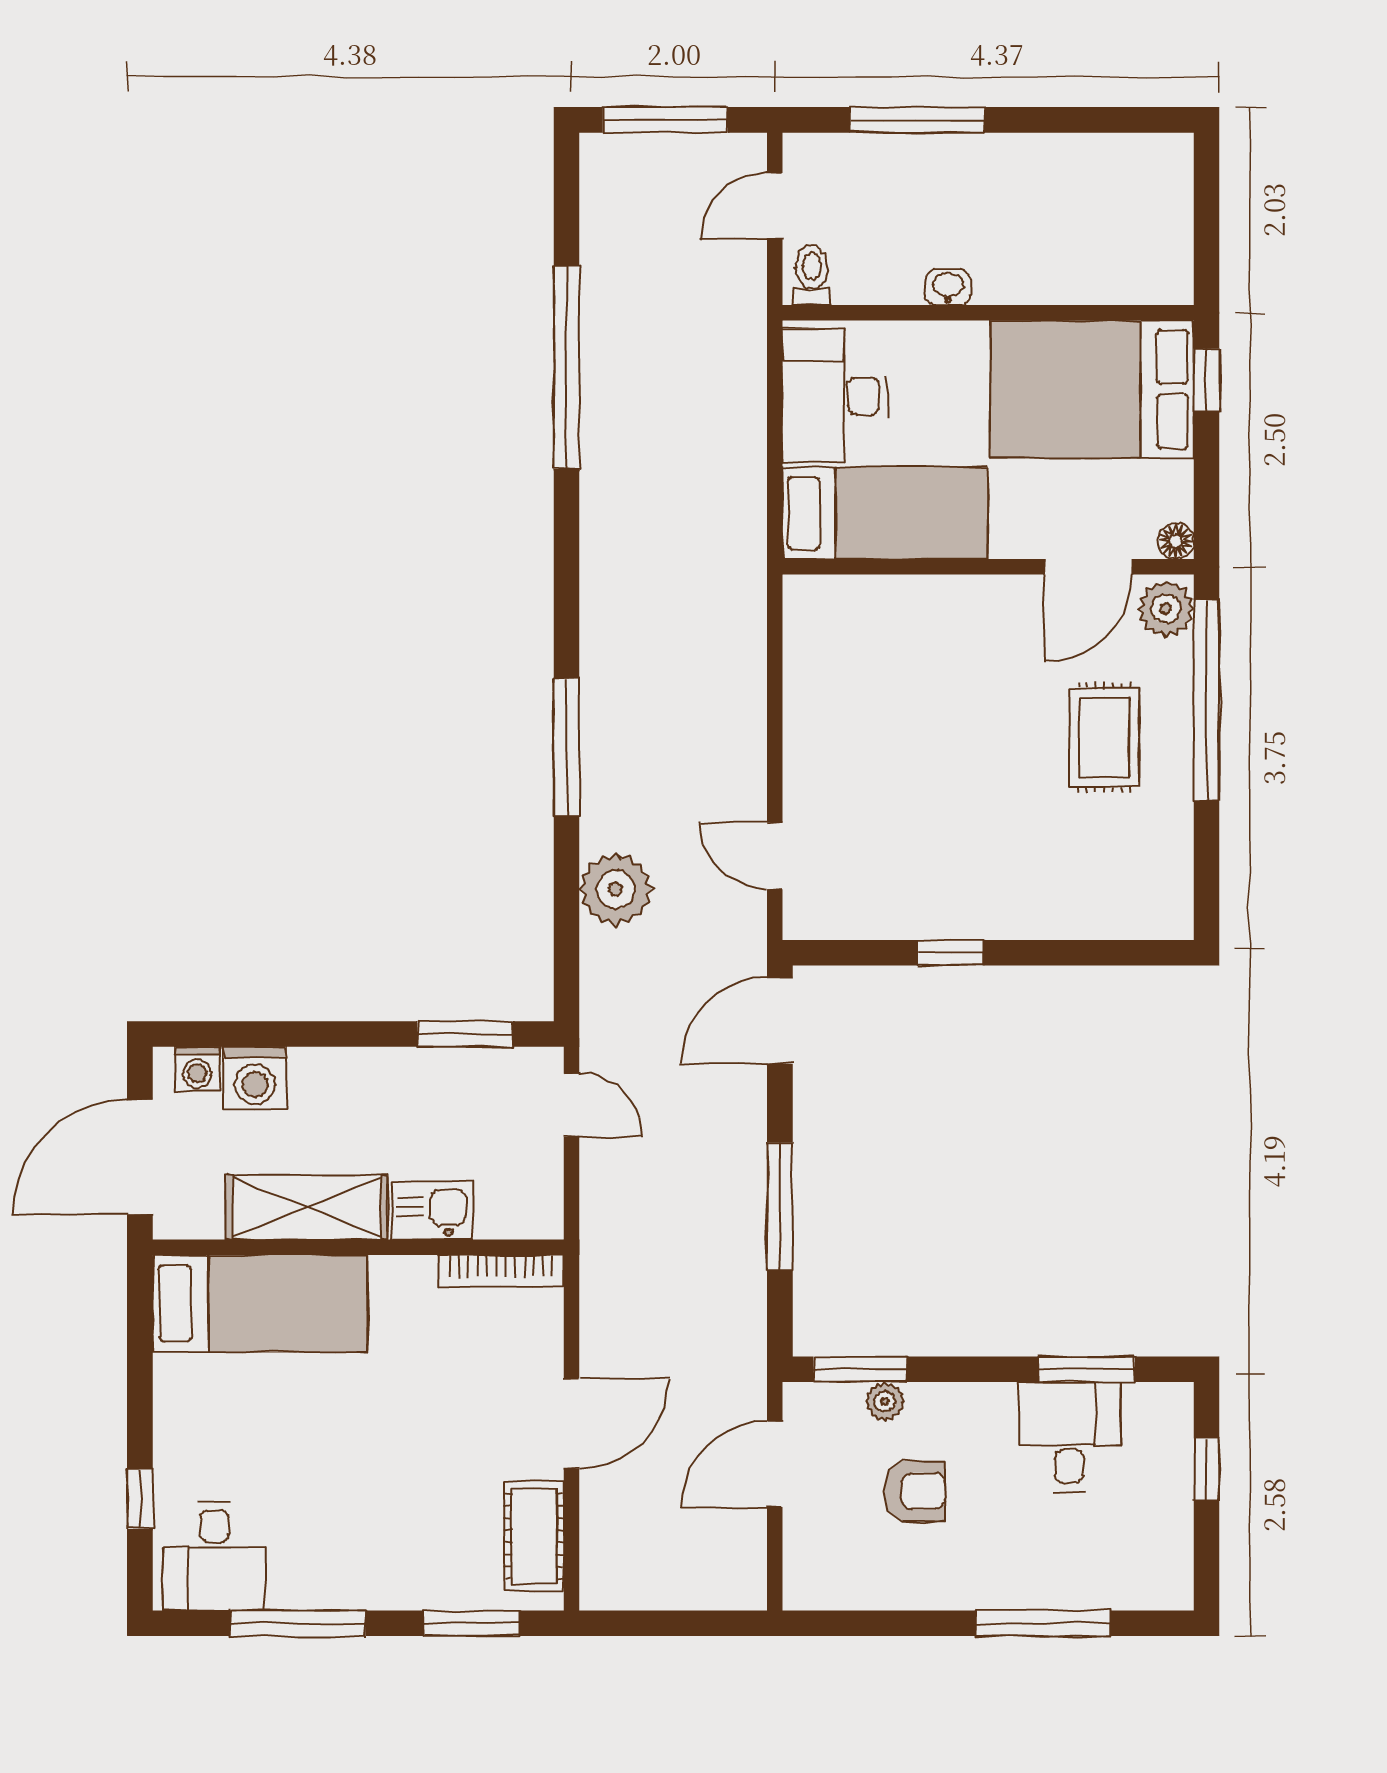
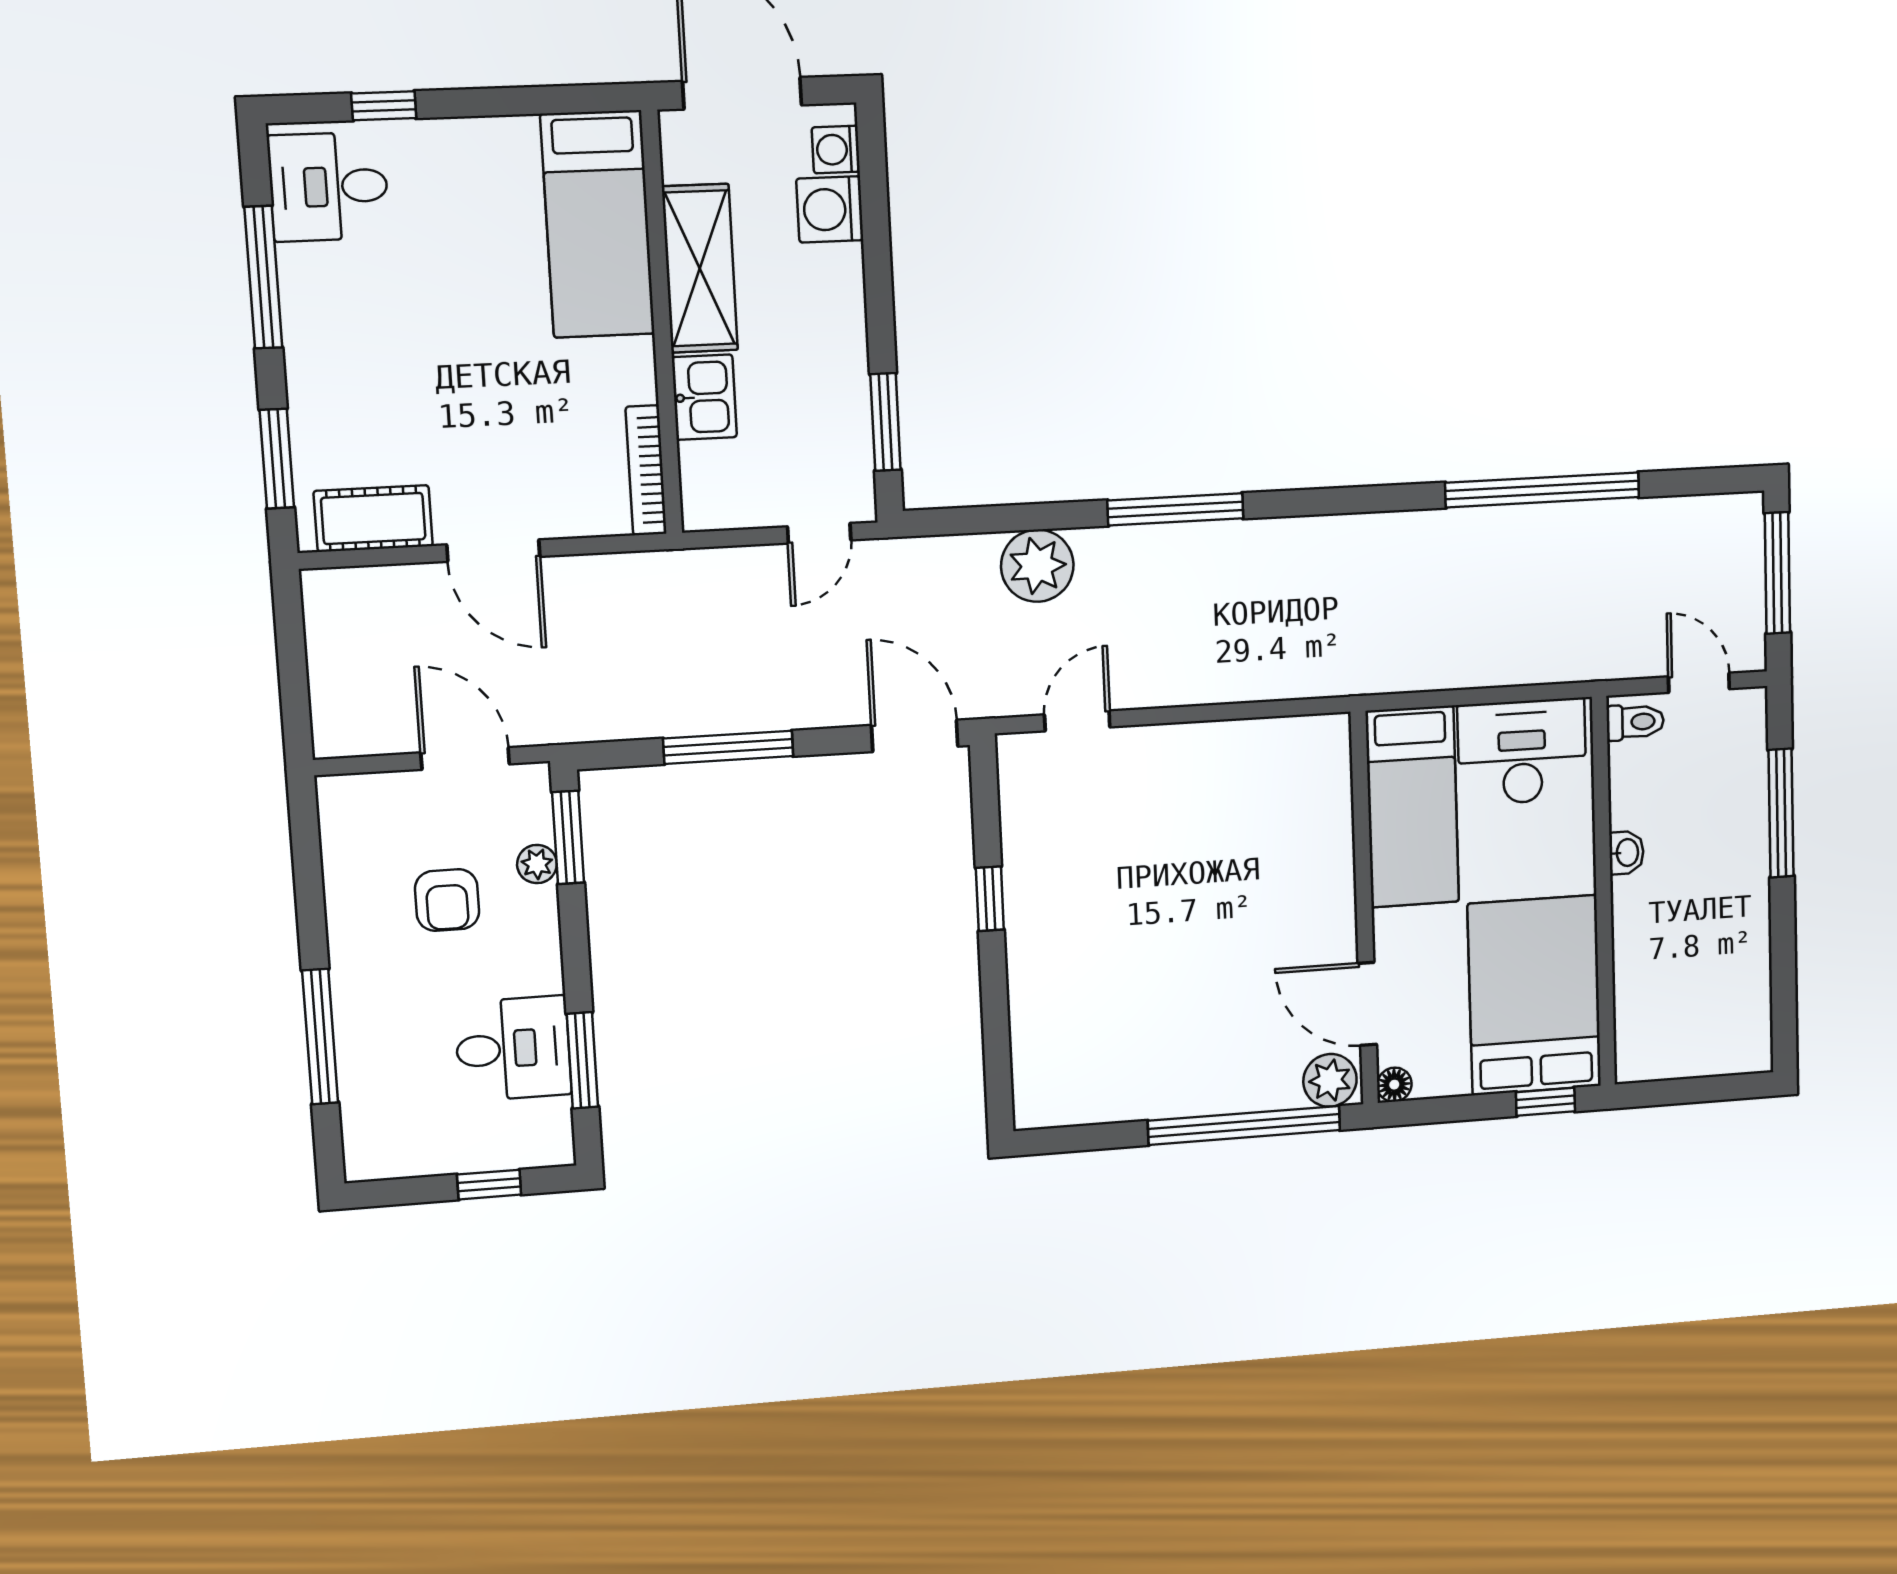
rug: (1104, 737) -> (1205, 1031), removed

